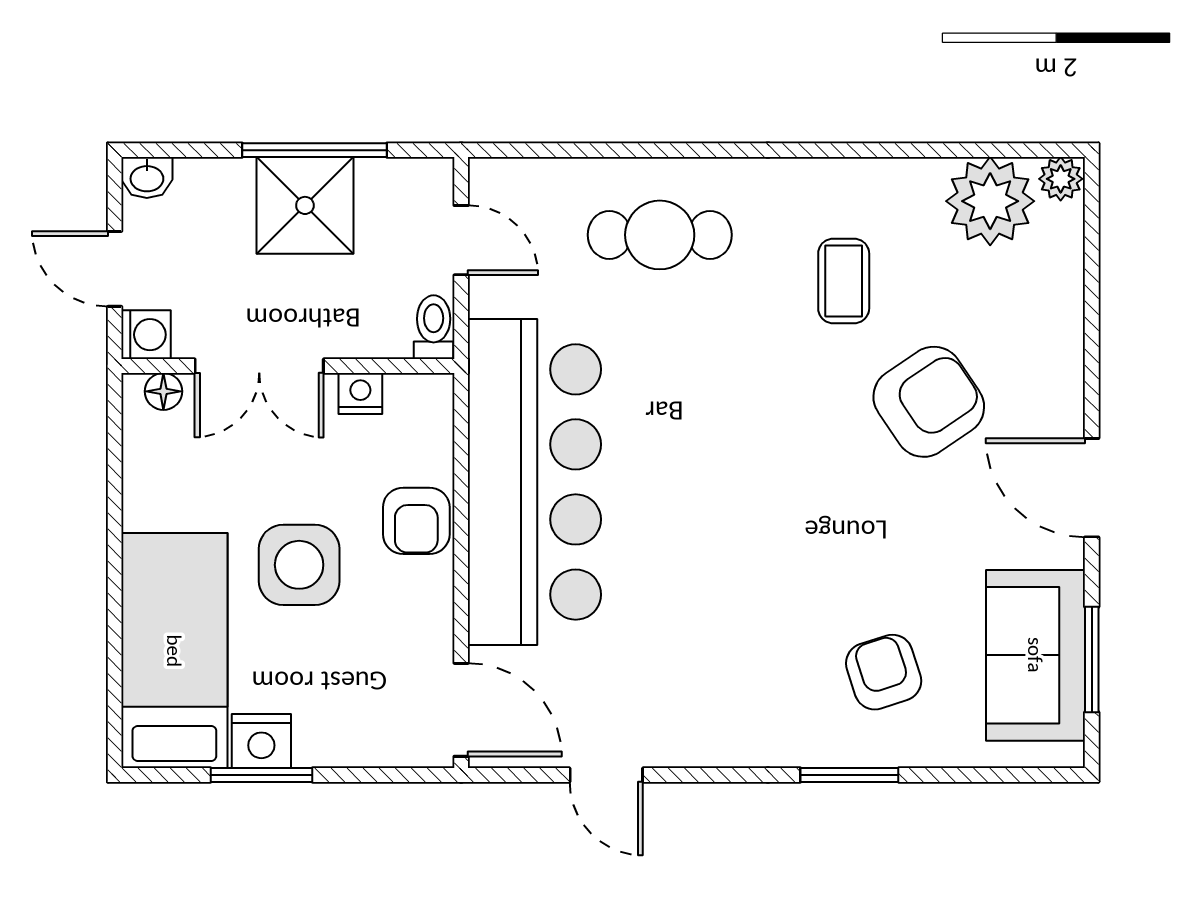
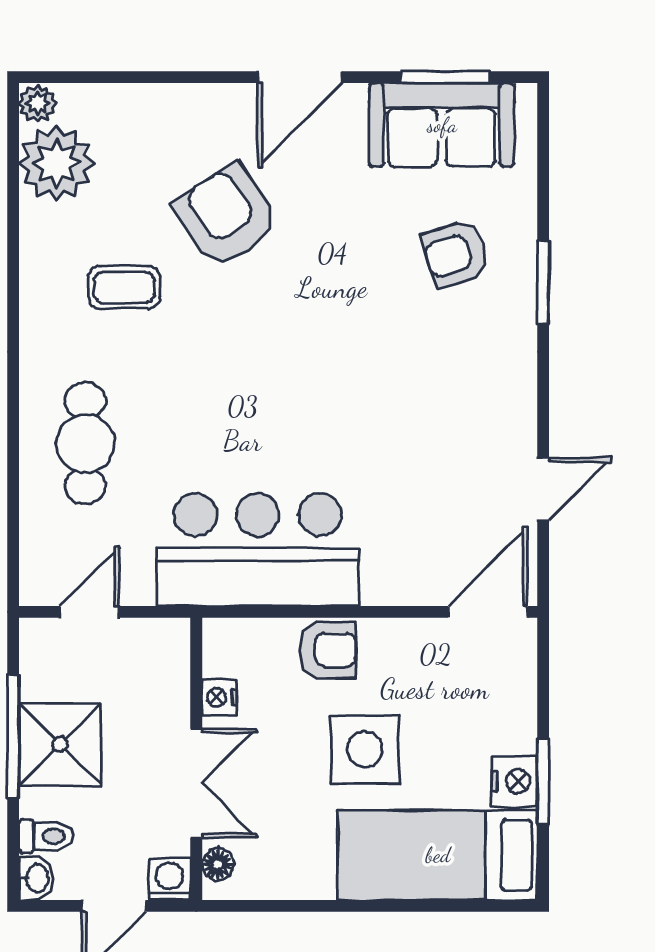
toilet: (434, 327) -> (46, 836), moved, turned 180
bar counter: (534, 482) -> (258, 550), width x0.73

